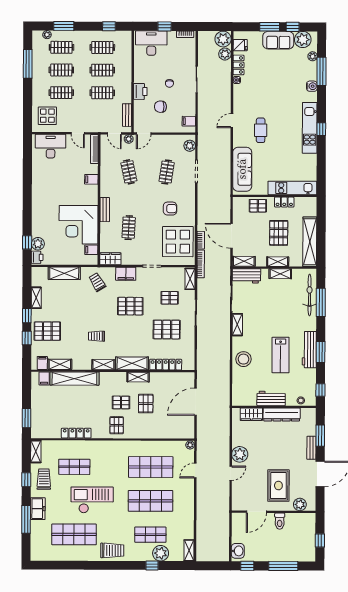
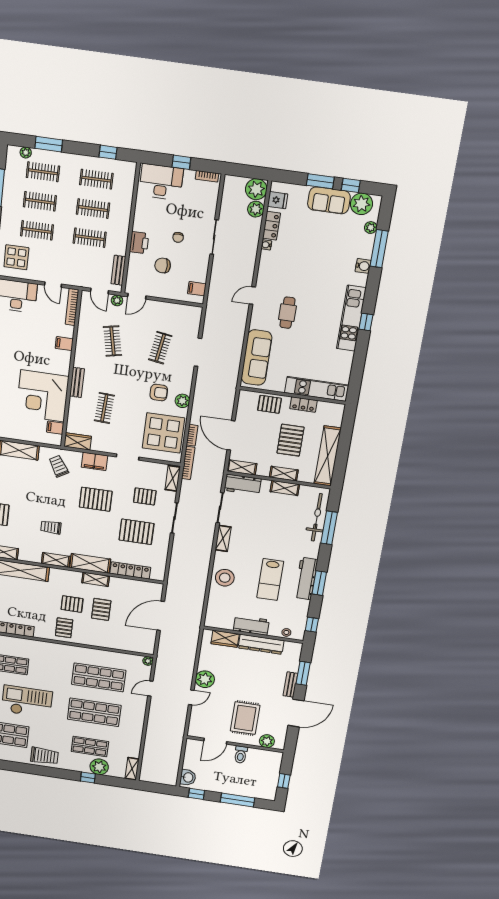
plant: (190, 146) -> (182, 401), moved

